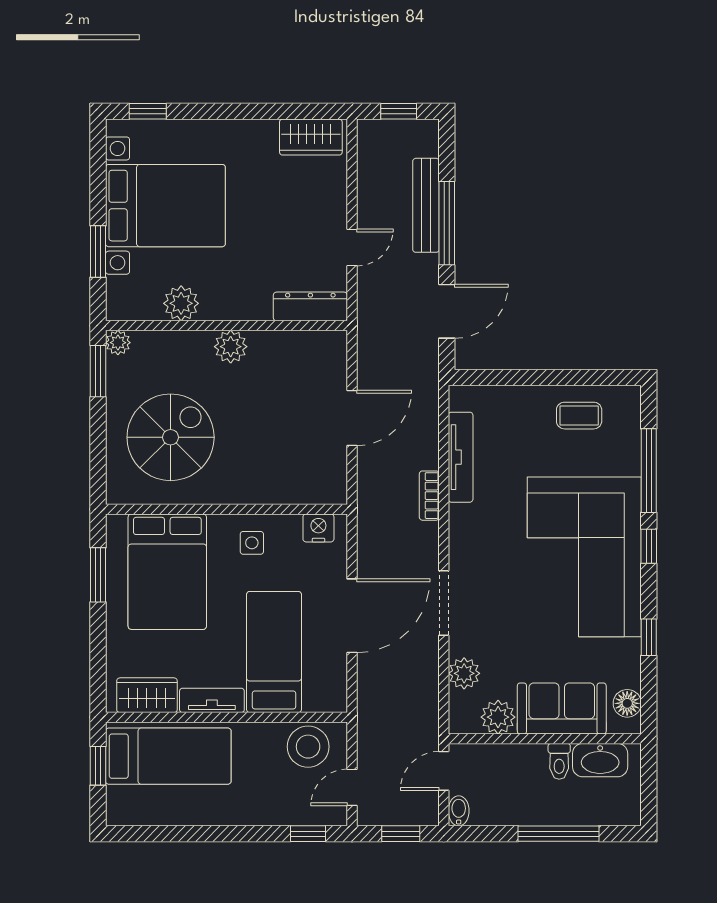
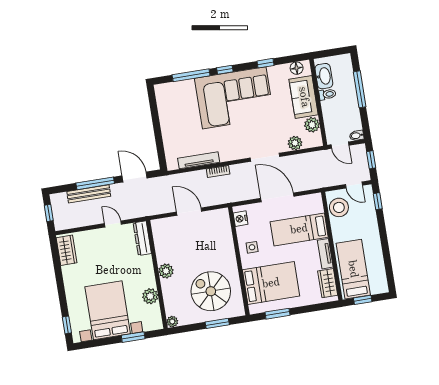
window: (98, 371) -> (217, 323), moved
coffee table: (579, 416) -> (172, 110), removed

